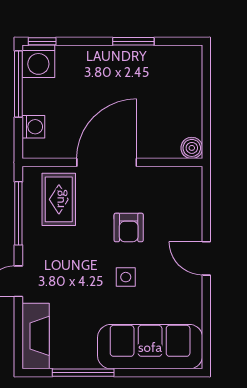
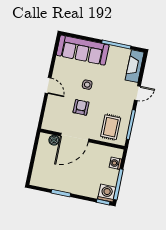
boiler: (192, 148) -> (54, 140), moved
door: (107, 162) -> (75, 137), moved

